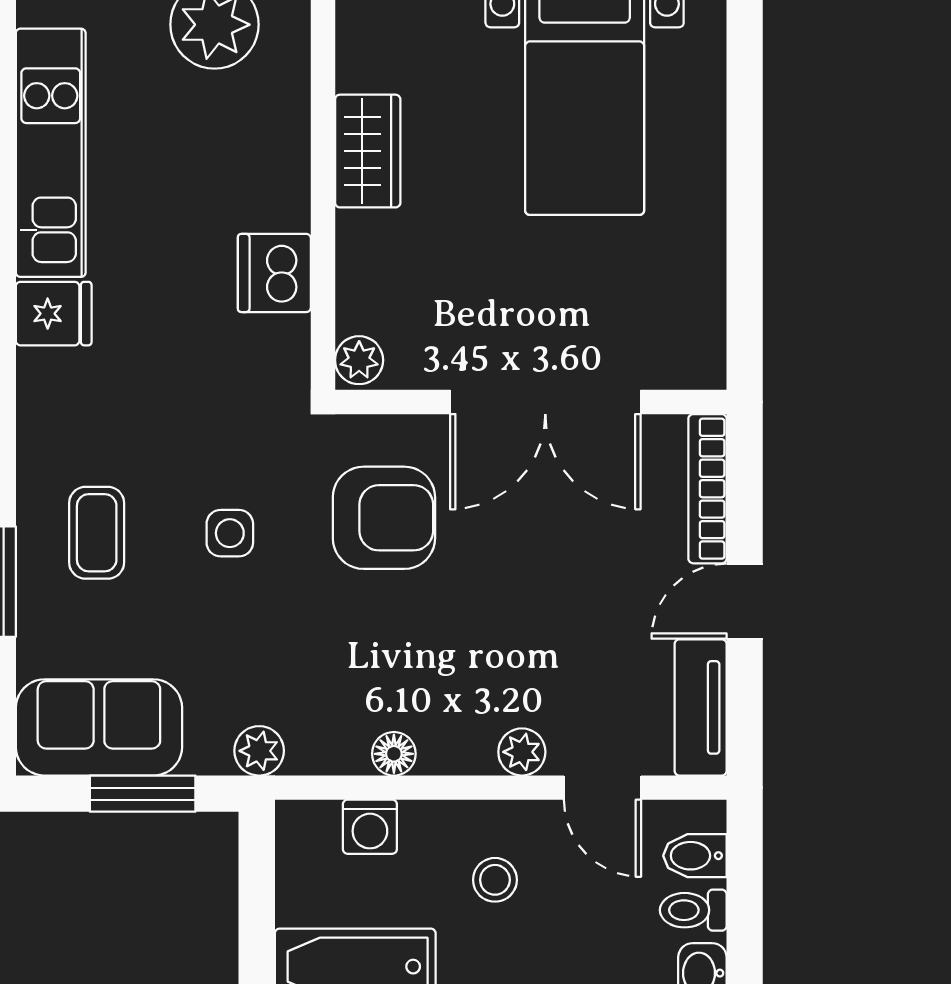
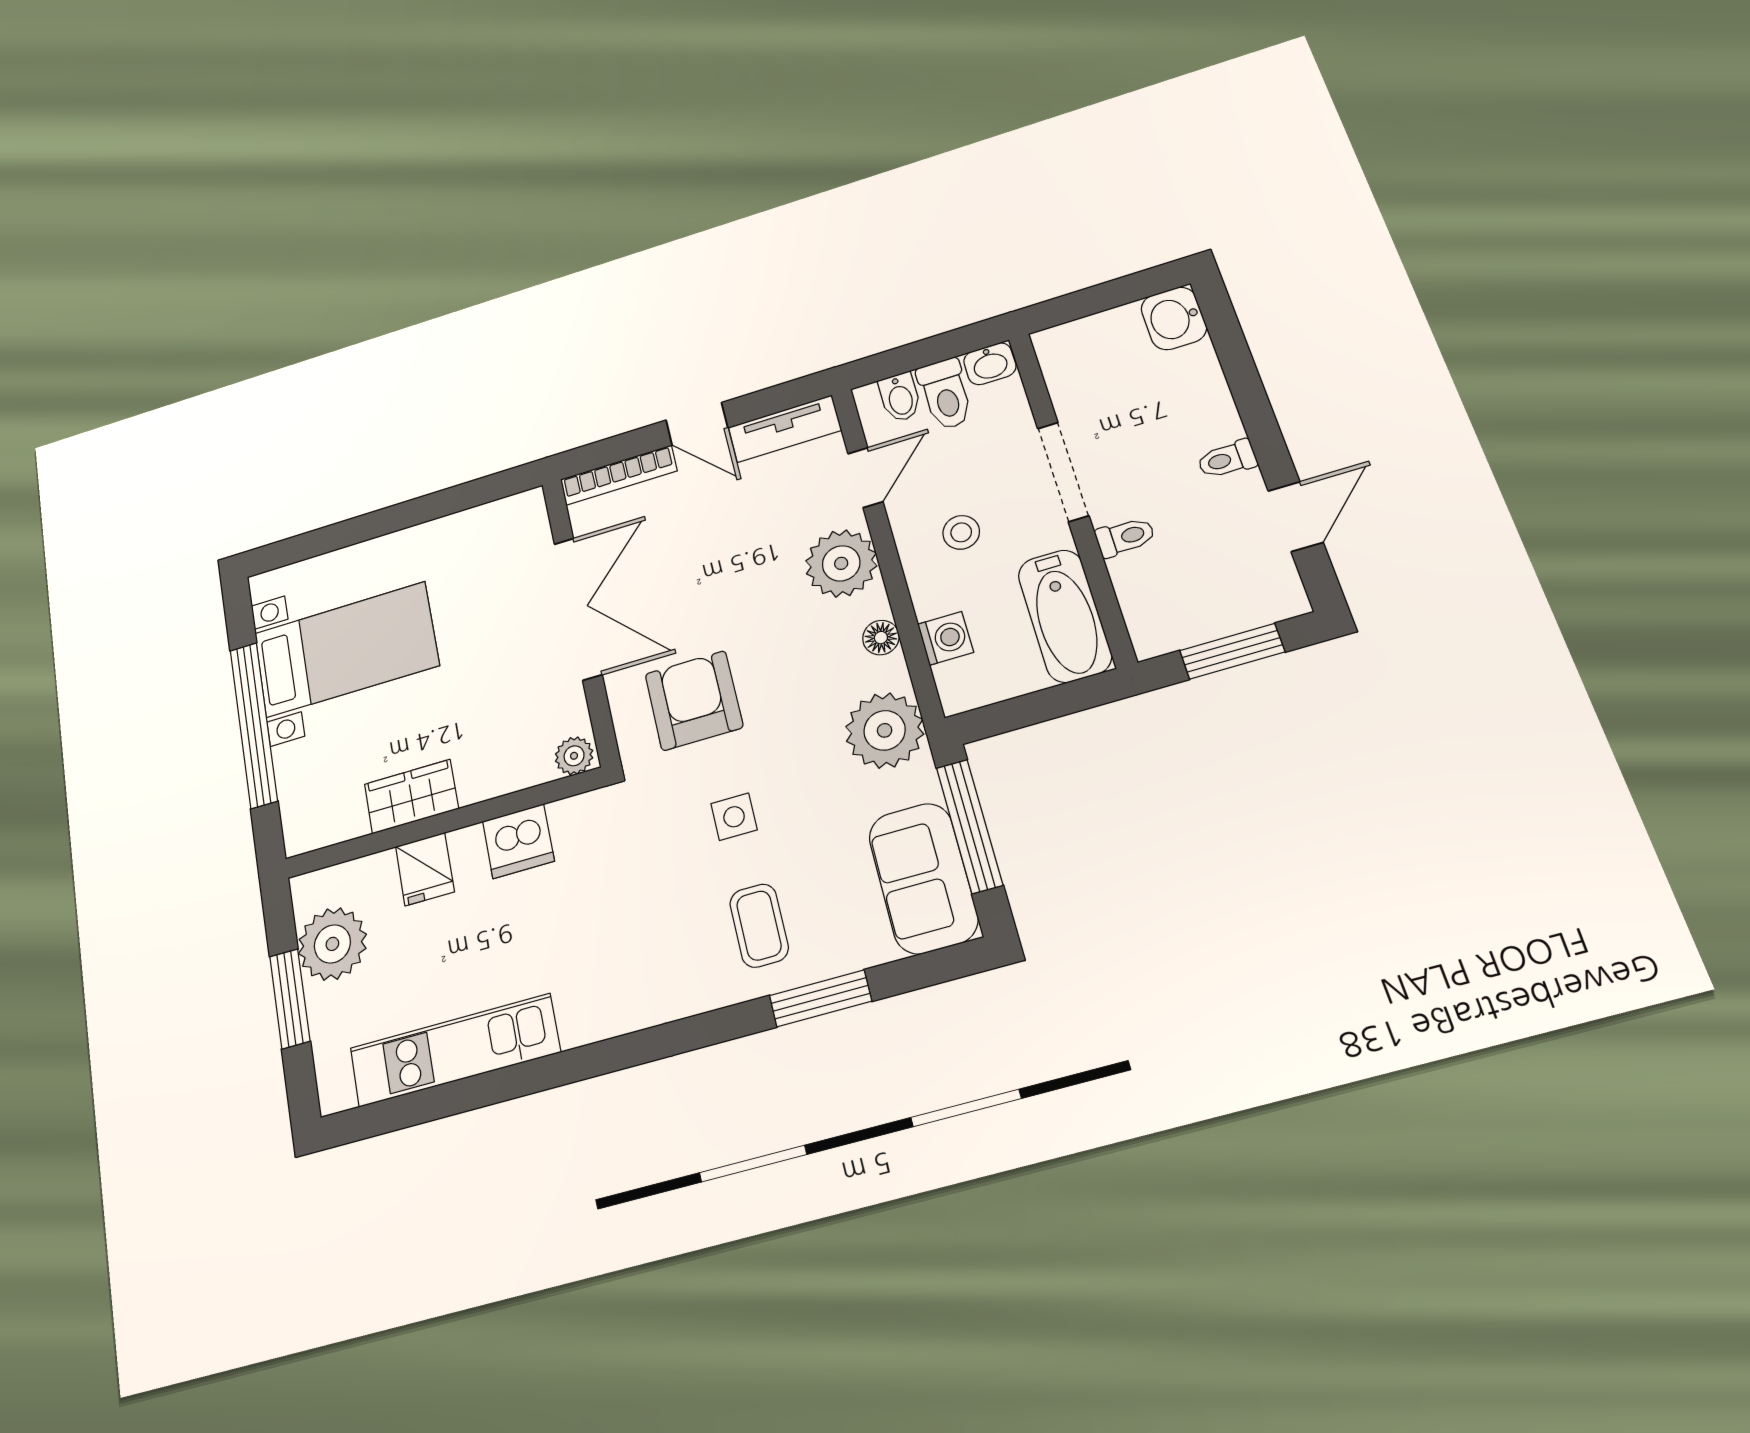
fridge: (54, 314) -> (425, 869), moved, turned 180
coffee table: (97, 533) -> (759, 926), turned 90
plant: (259, 751) -> (885, 730), width x1.87, depth x1.87
plant: (522, 752) -> (841, 563), width x1.87, depth x1.87
window: (143, 794) -> (970, 826), width x1.44
toilet: (693, 910) -> (945, 394), width x1.37, depth x1.39

